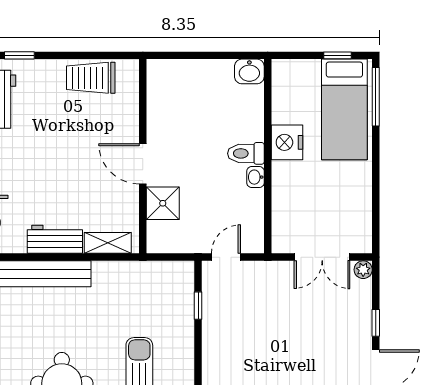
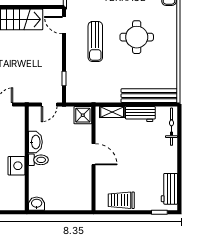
trolley: (91, 78) -> (121, 200), turned 180
washbasin: (255, 177) -> (35, 142), width x1.91, depth x1.45
shower: (163, 203) -> (83, 115), moved

